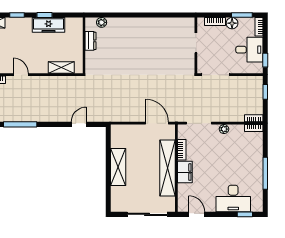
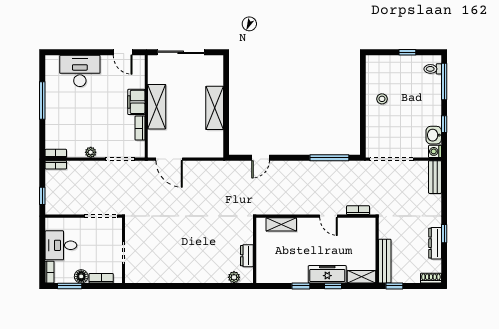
freezer: (49, 25) -> (327, 274), moved
window: (265, 60) -> (42, 233), removed
shelving: (168, 168) -> (157, 107), width x0.68
window: (245, 214) -> (66, 52), removed

